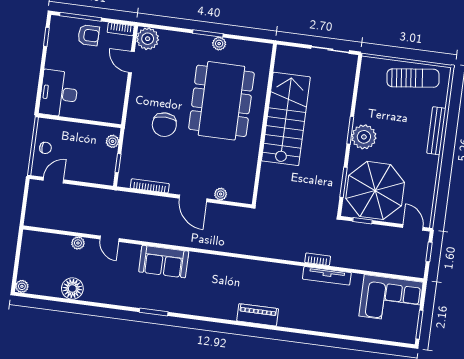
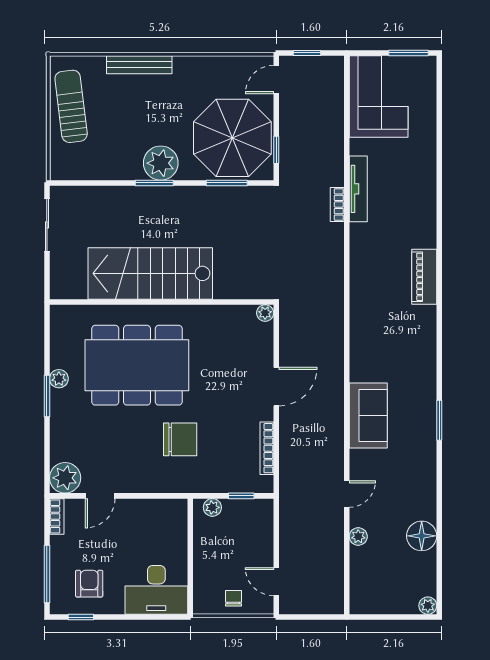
armchair: (89, 35) -> (89, 584), moved
plant: (221, 194) -> (265, 313), moved

